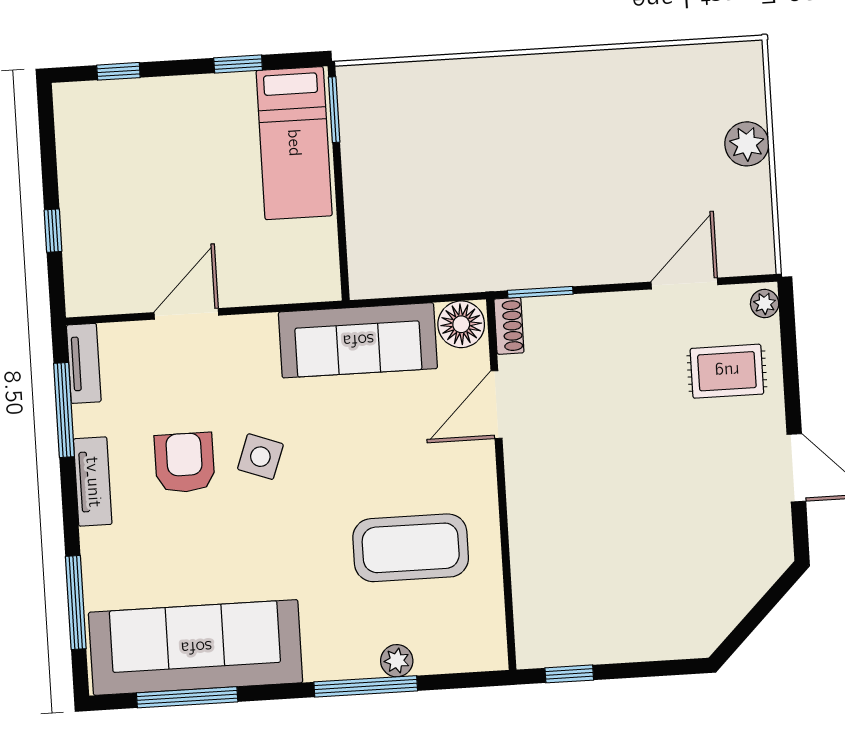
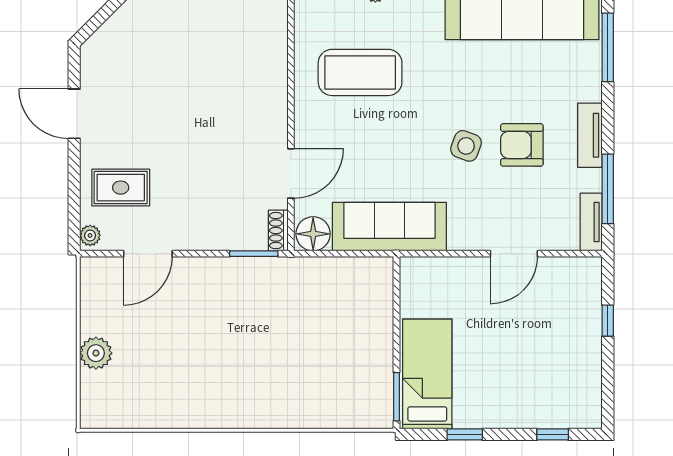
armchair: (185, 463) -> (522, 145), turned 90

